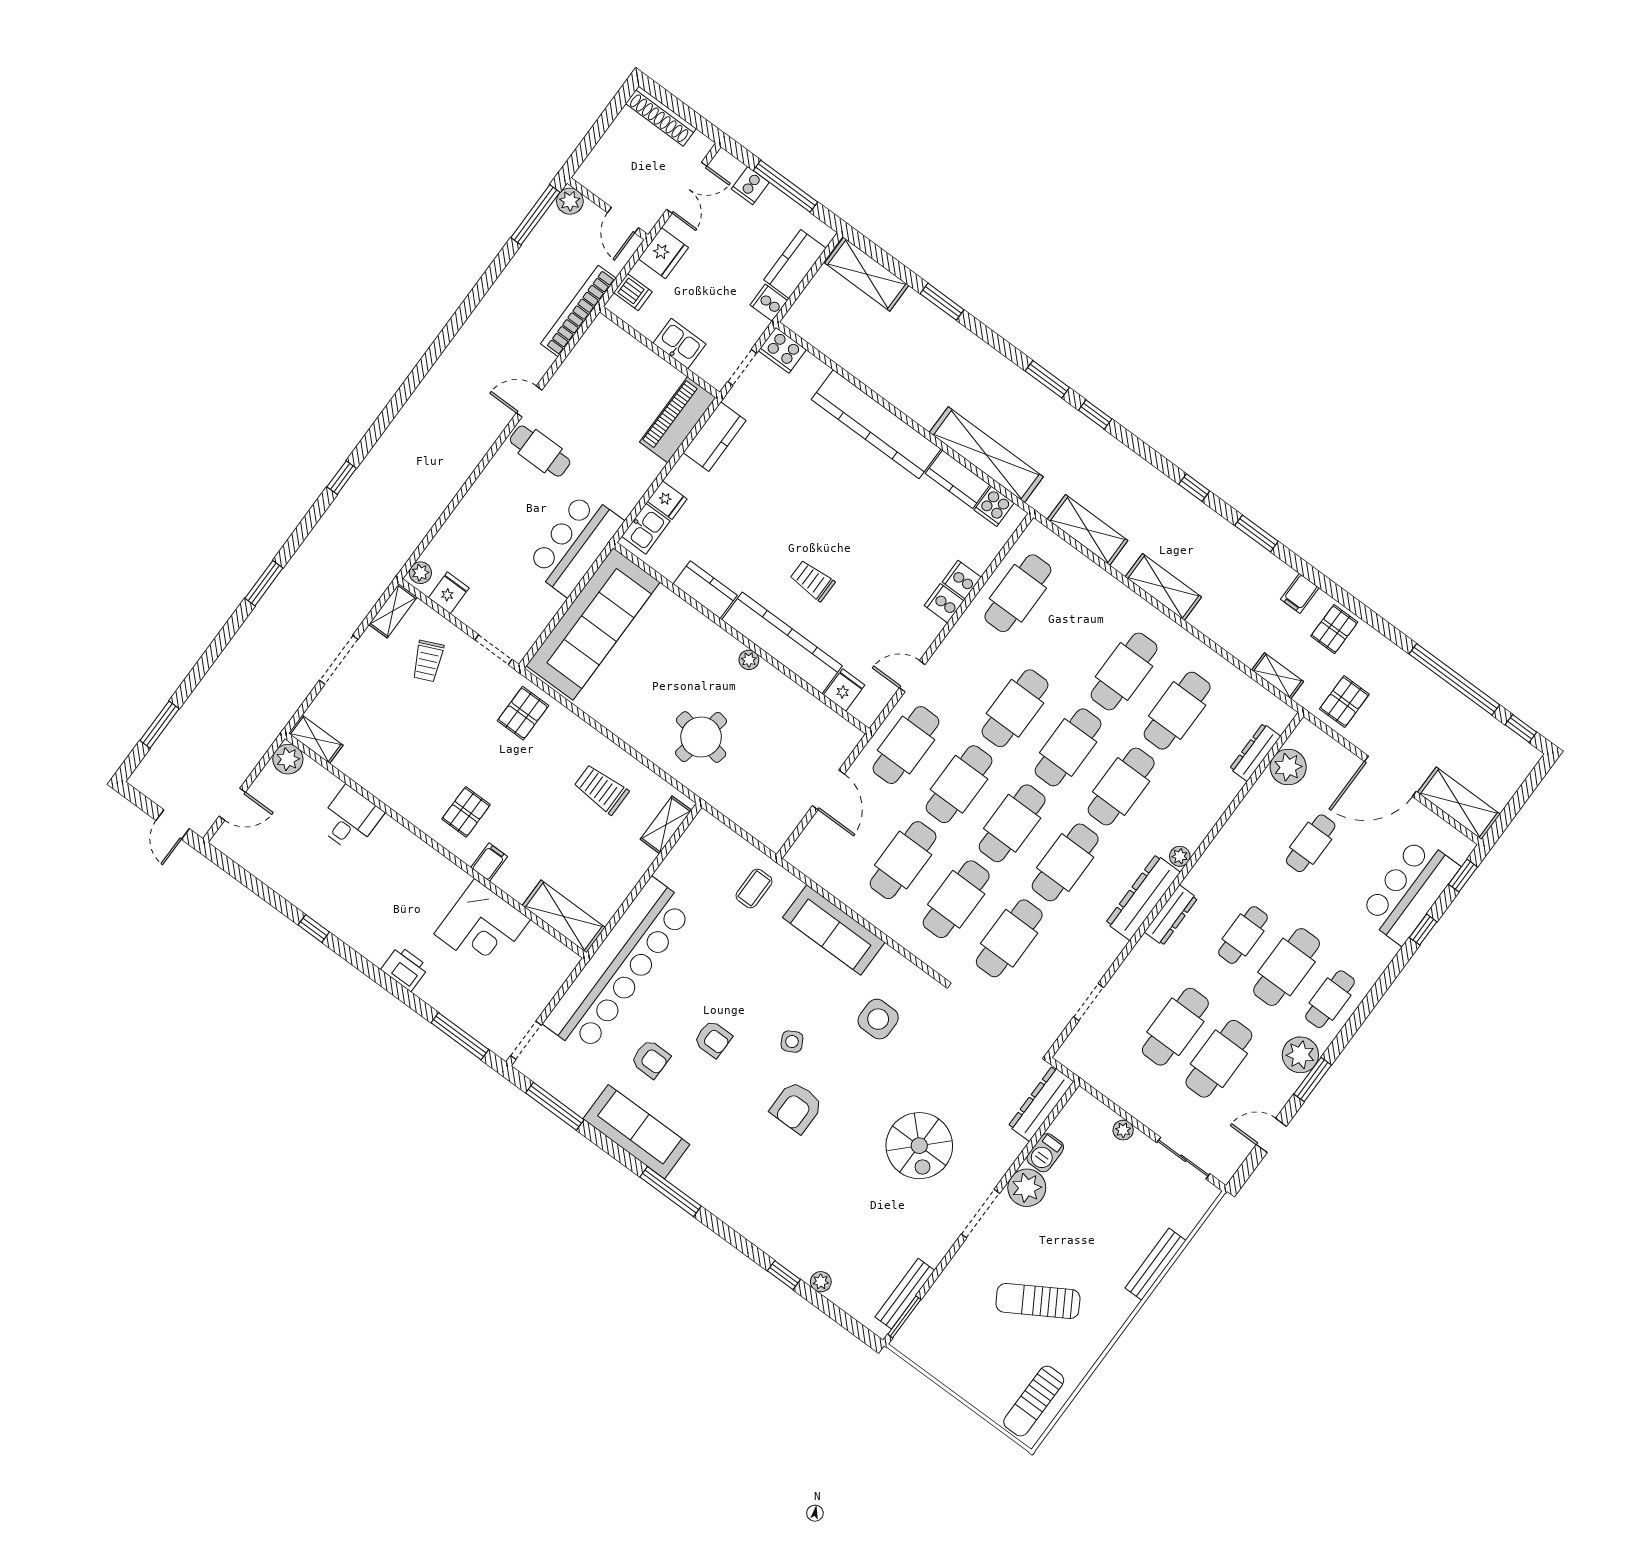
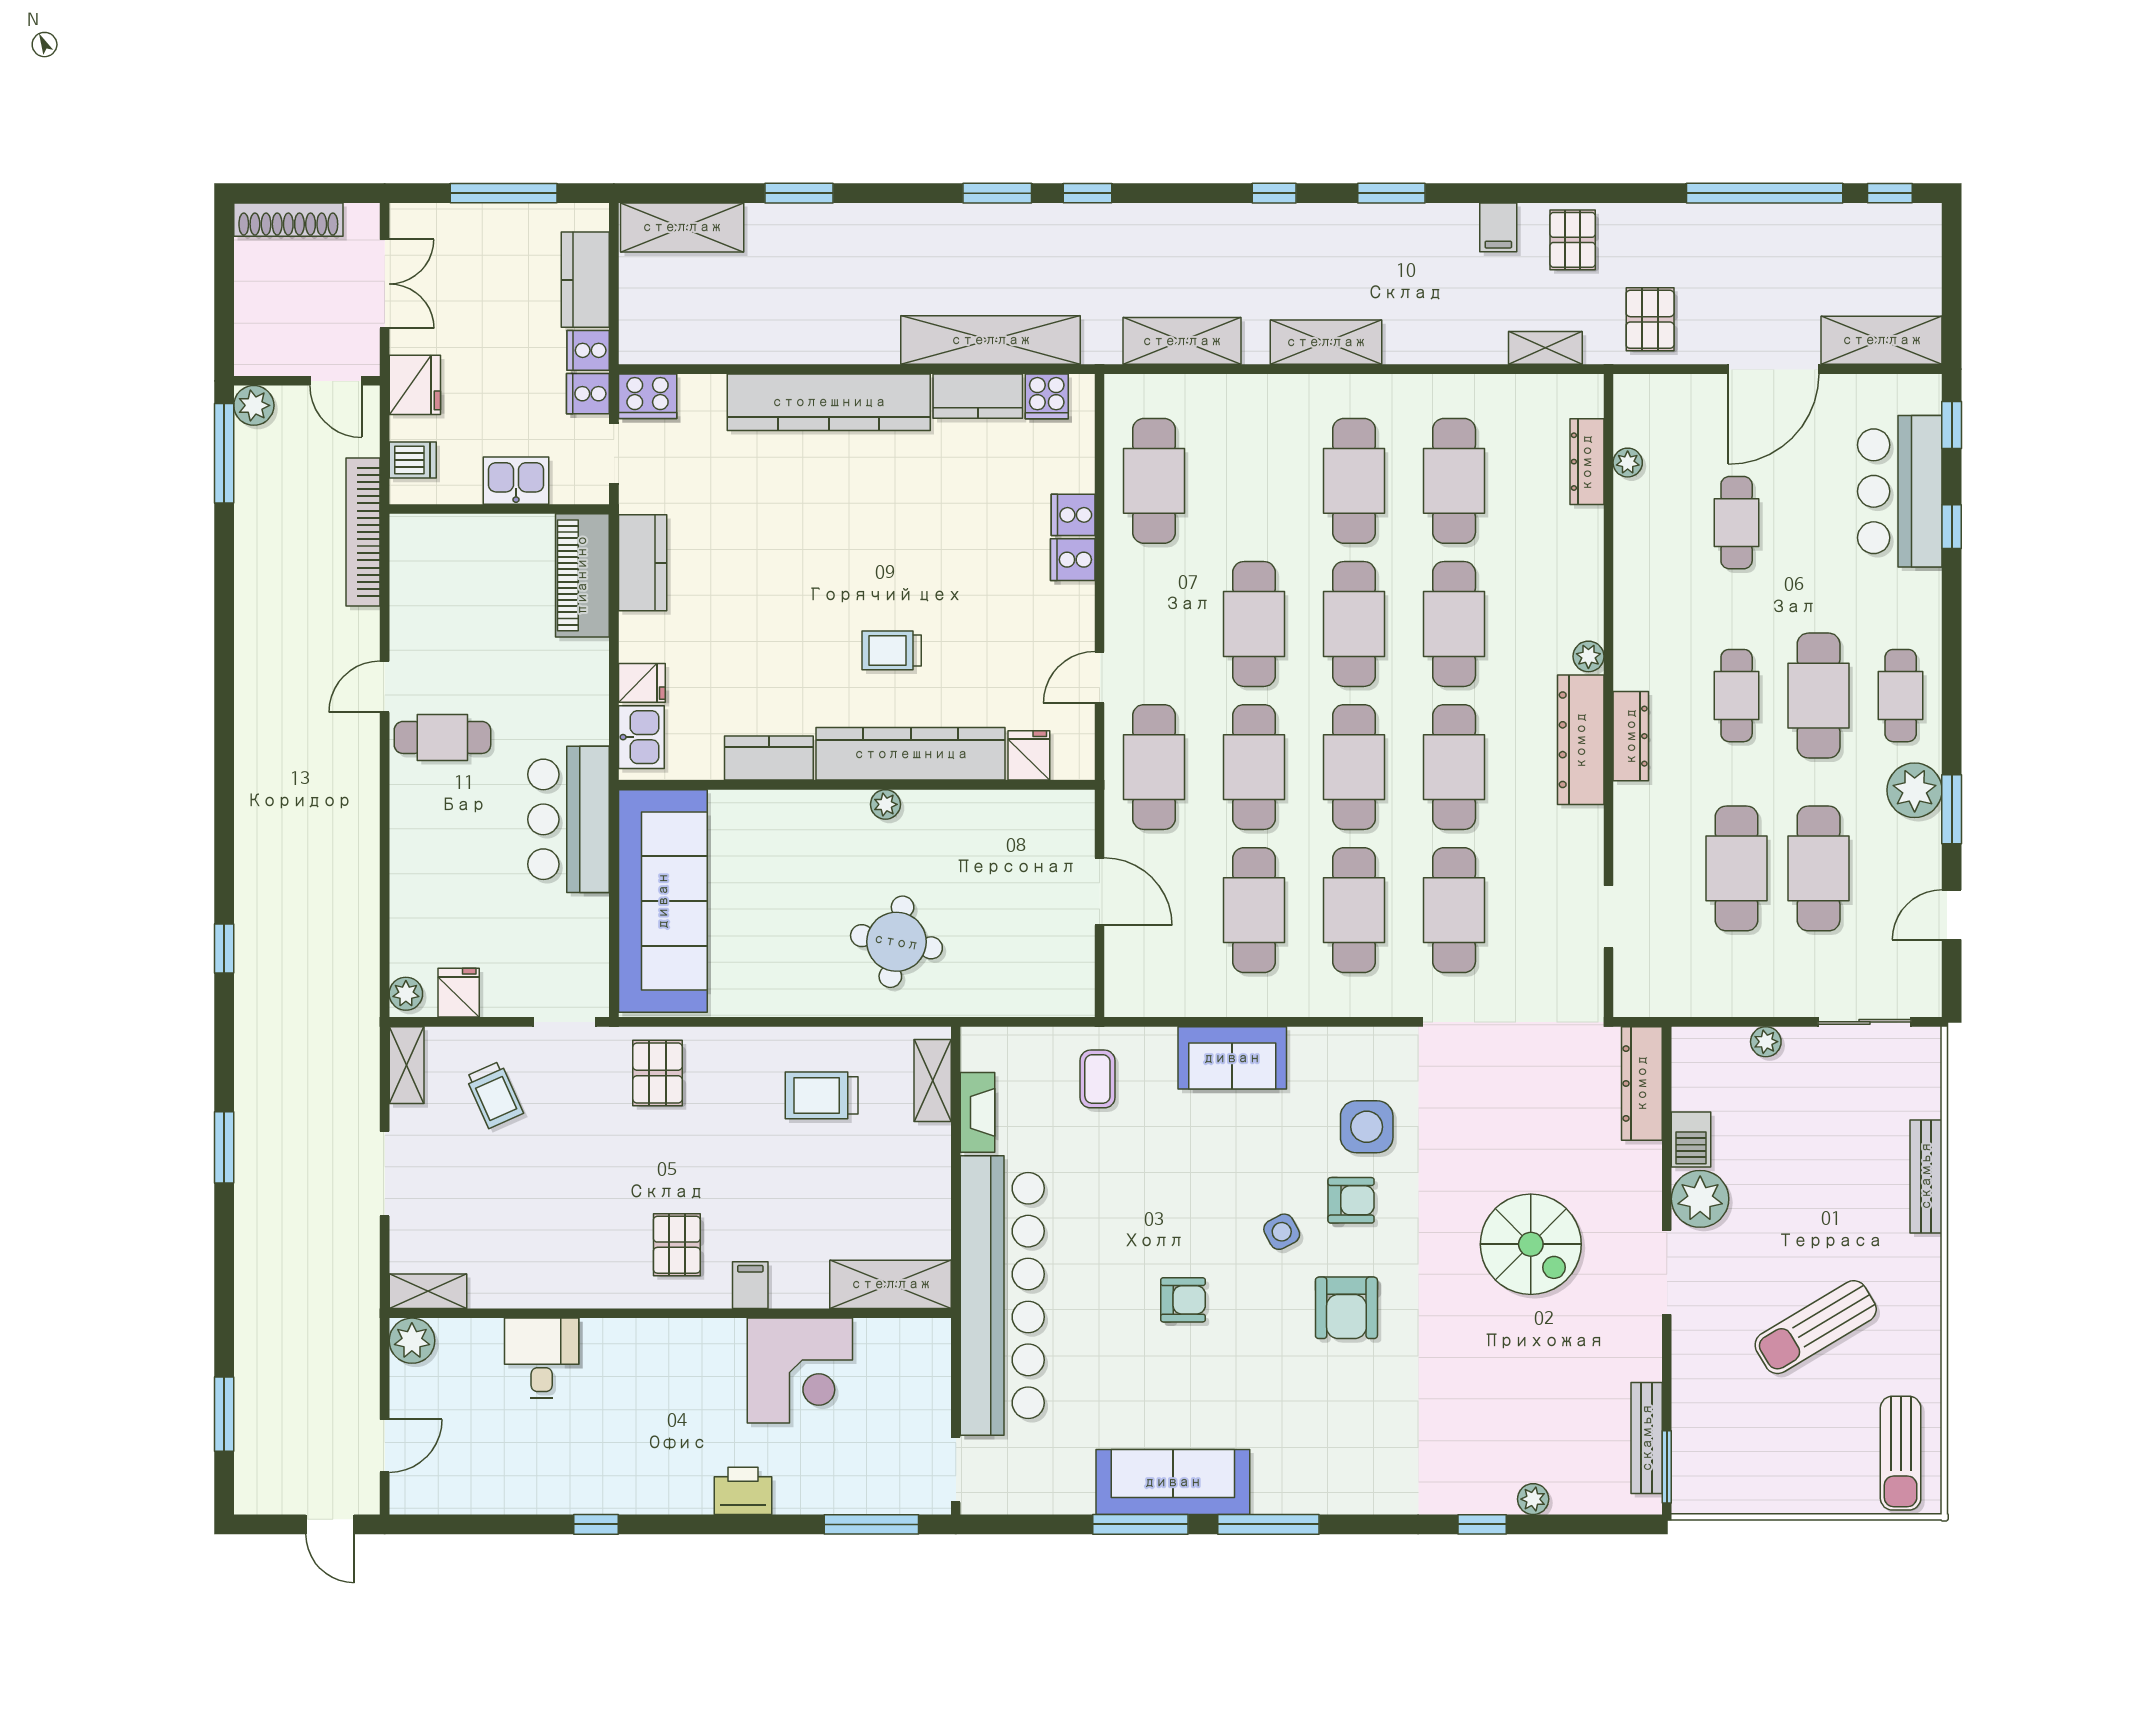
cooker: (750, 186) -> (588, 394), moved, turned 90
plant: (1288, 767) -> (1628, 463), width x0.53, depth x0.53
fireplace: (677, 859) -> (978, 1112), added
sofa: (834, 930) -> (1232, 1058), width x0.73
armchair: (651, 1059) -> (1351, 1200), moved
window: (555, 1106) -> (1140, 1524), moved

